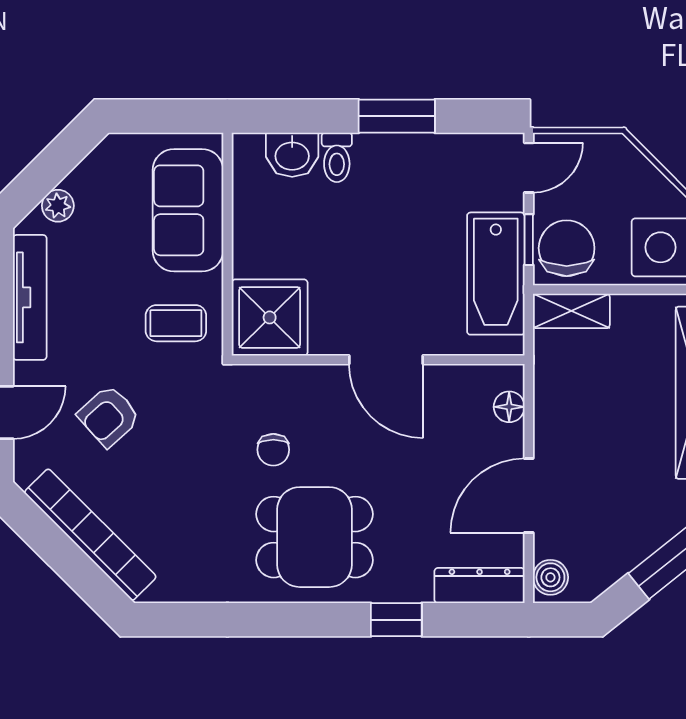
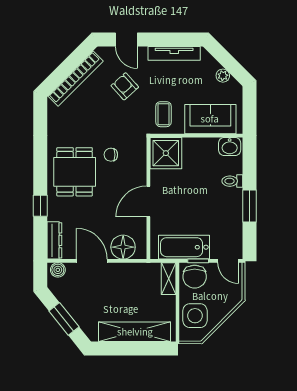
washbasin: (292, 155) -> (230, 147), moved, turned -90
plant: (58, 206) -> (223, 76), moved
chair: (567, 248) -> (195, 277), turned 90
floor lamp: (509, 407) -> (123, 247), width x1.89, depth x1.89

